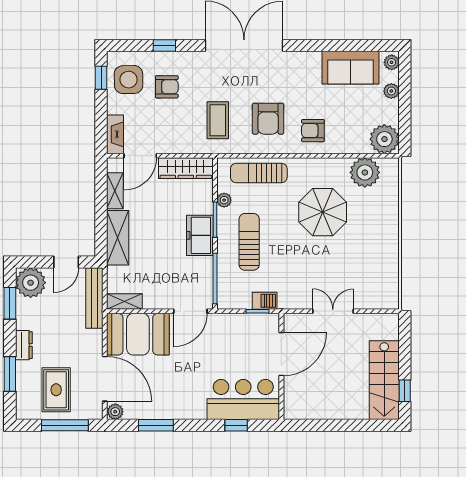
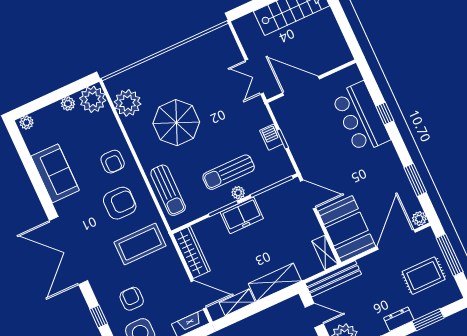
sofa: (350, 68) -> (55, 173), moved
plant: (391, 91) -> (68, 104), moved
coffee table: (218, 120) -> (140, 244), width x1.36, depth x1.32
plant: (224, 200) -> (238, 193), moved
door: (281, 354) -> (301, 86), moved
wall: (281, 366) -> (311, 81), moved

